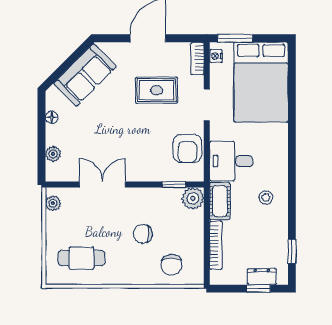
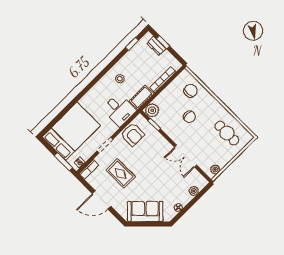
armchair: (187, 148) -> (133, 135), turned 90

